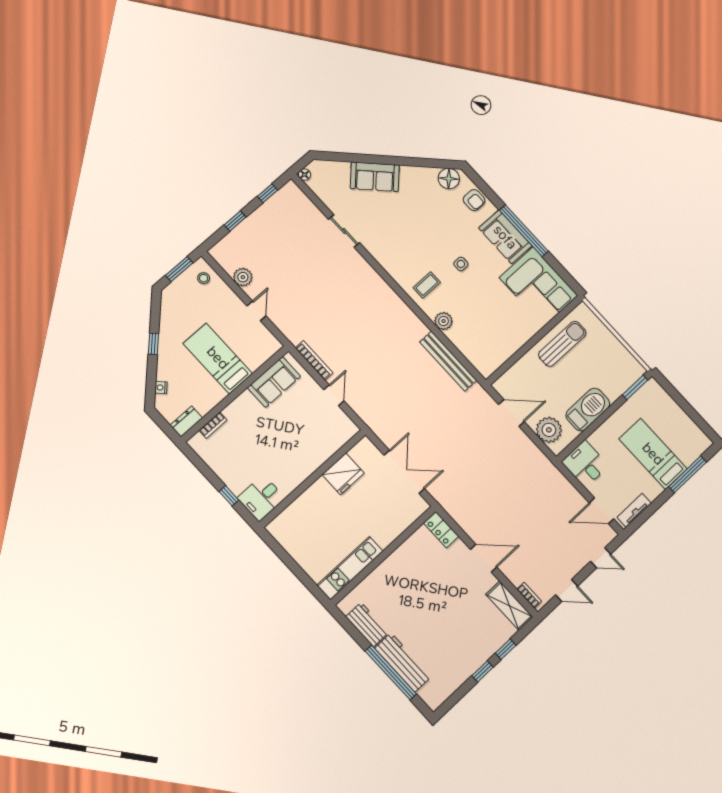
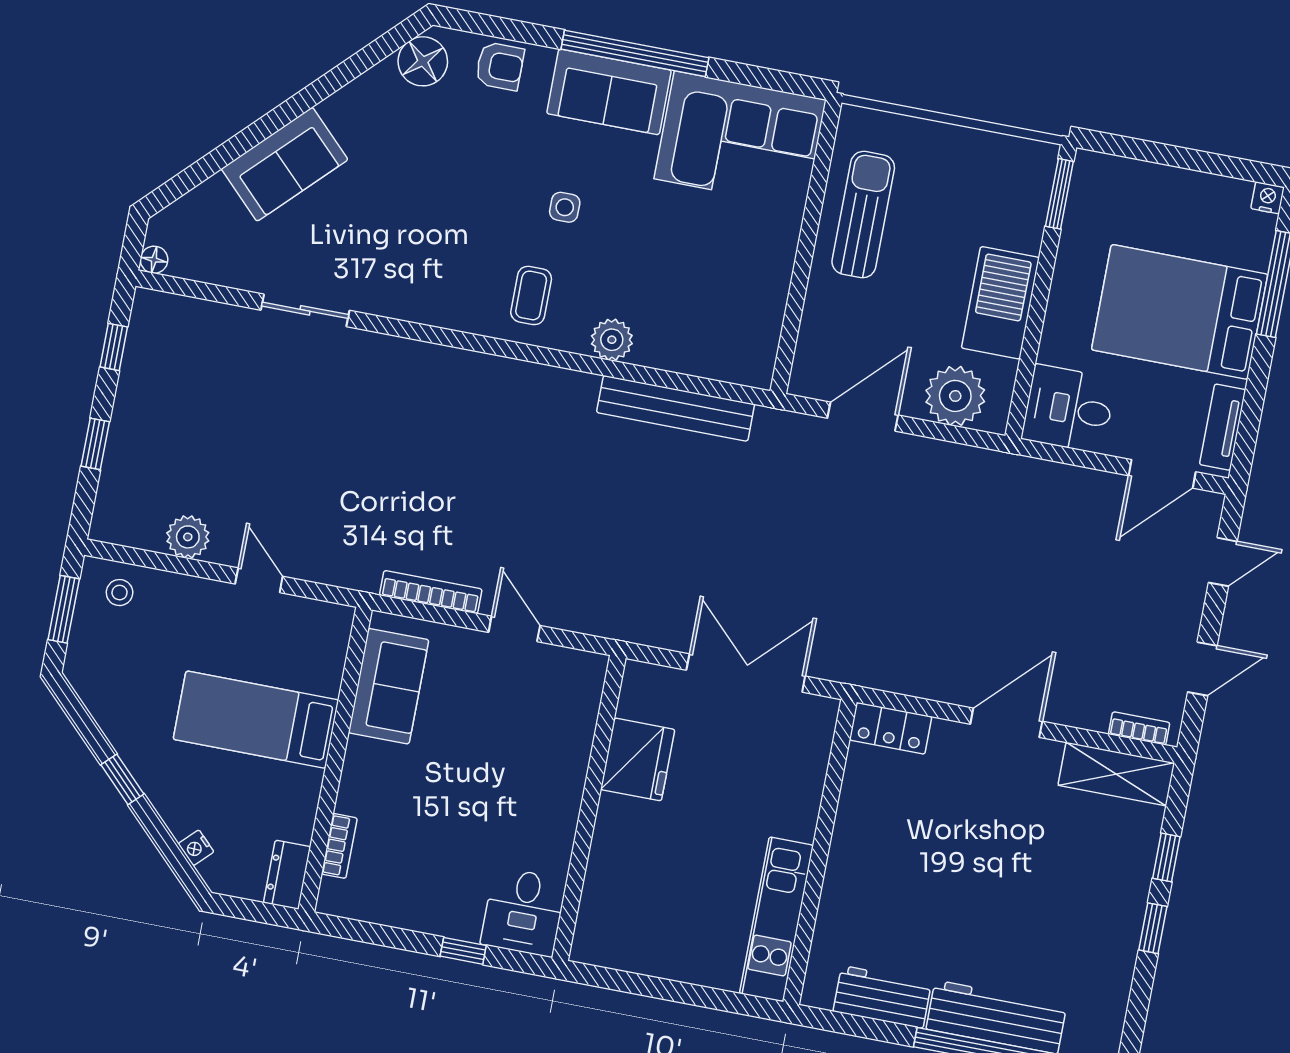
nightstand: (706, 442) -> (1268, 198), added
bed: (653, 454) -> (1180, 312), width x1.50

